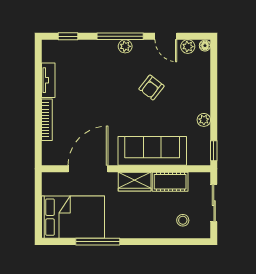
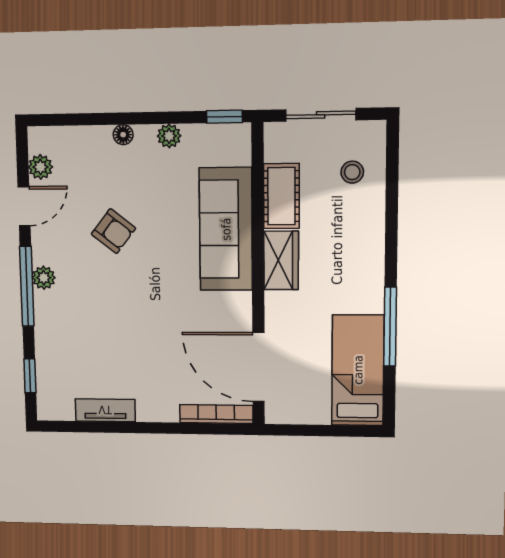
floor lamp: (205, 46) -> (123, 135), moved
bookcase: (47, 120) -> (216, 414), moved
door: (88, 169) -> (258, 367), moved
bed: (73, 217) -> (358, 370), width x0.67

